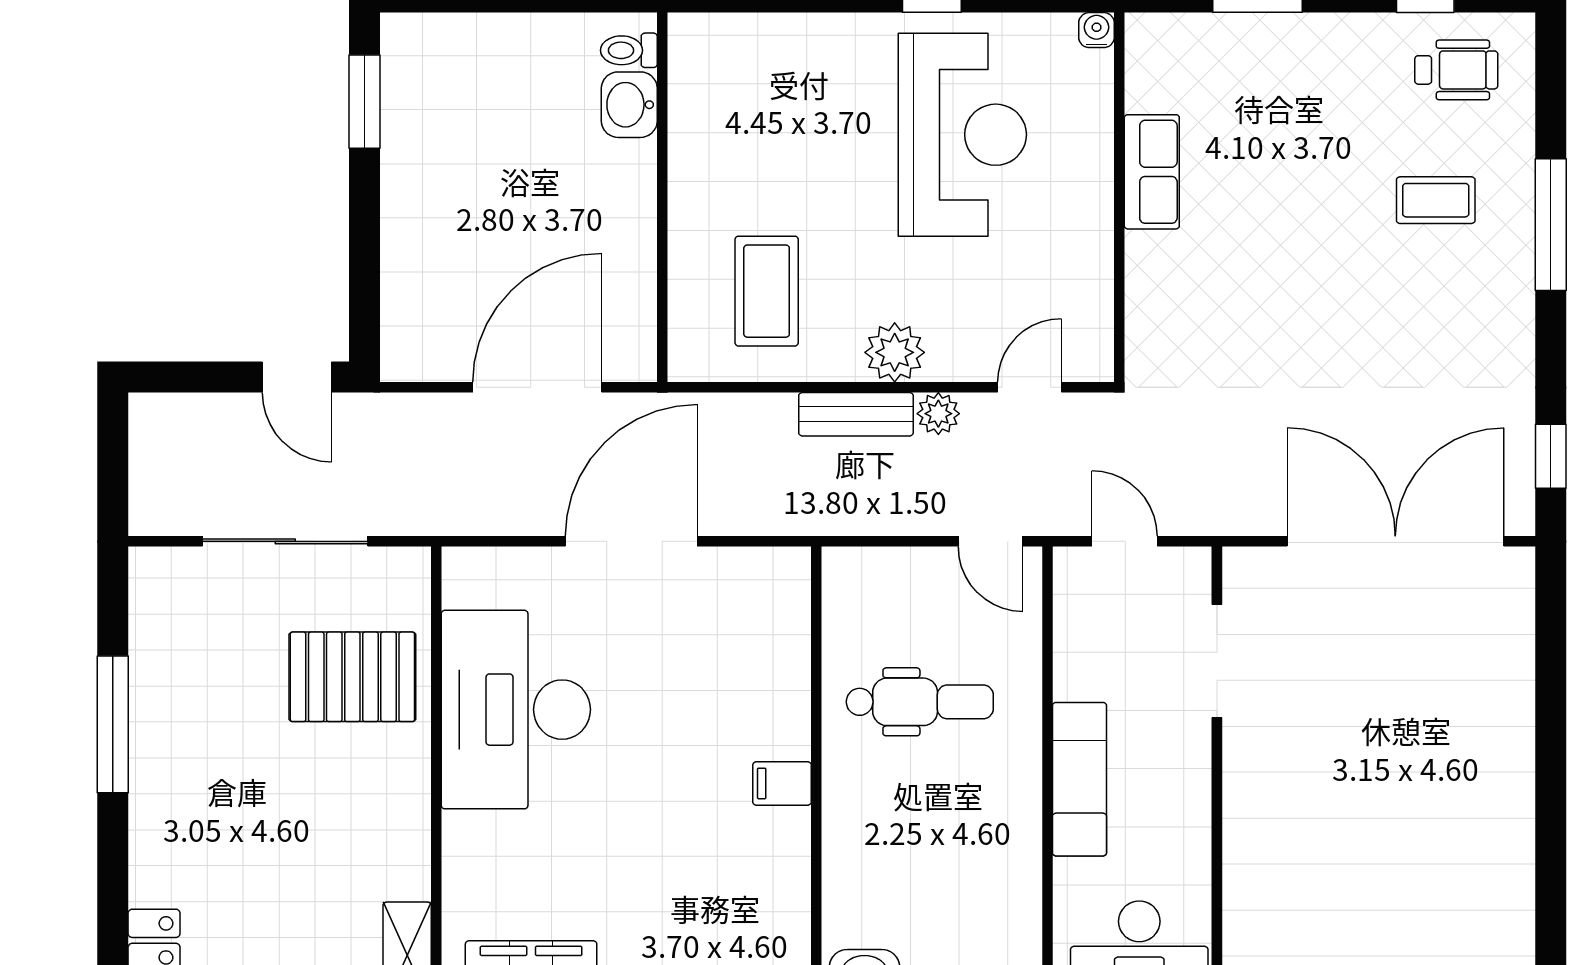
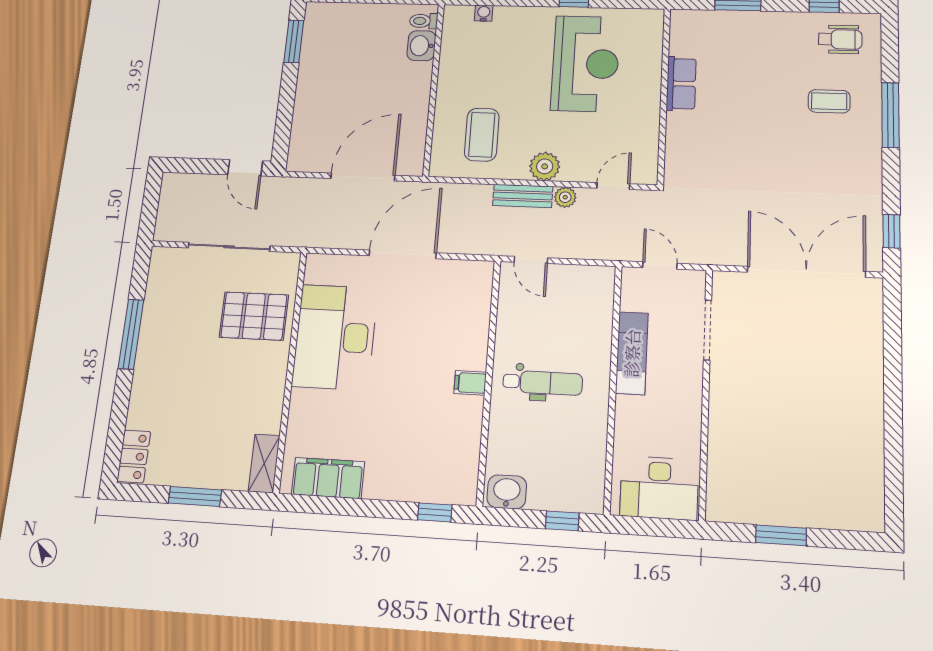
water cooler: (1097, 30) -> (484, 13), moved
door: (990, 541) -> (531, 260), moved
dental chair: (920, 702) -> (543, 383), moved
exam couch: (1079, 779) -> (632, 353), moved

